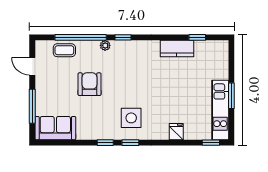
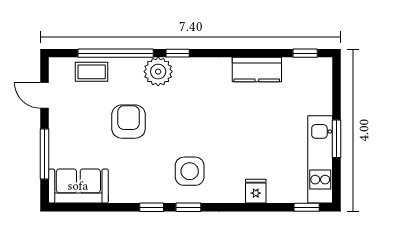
window: (197, 37) -> (305, 53), moved
plant: (105, 45) -> (158, 72), width x1.88, depth x1.88

